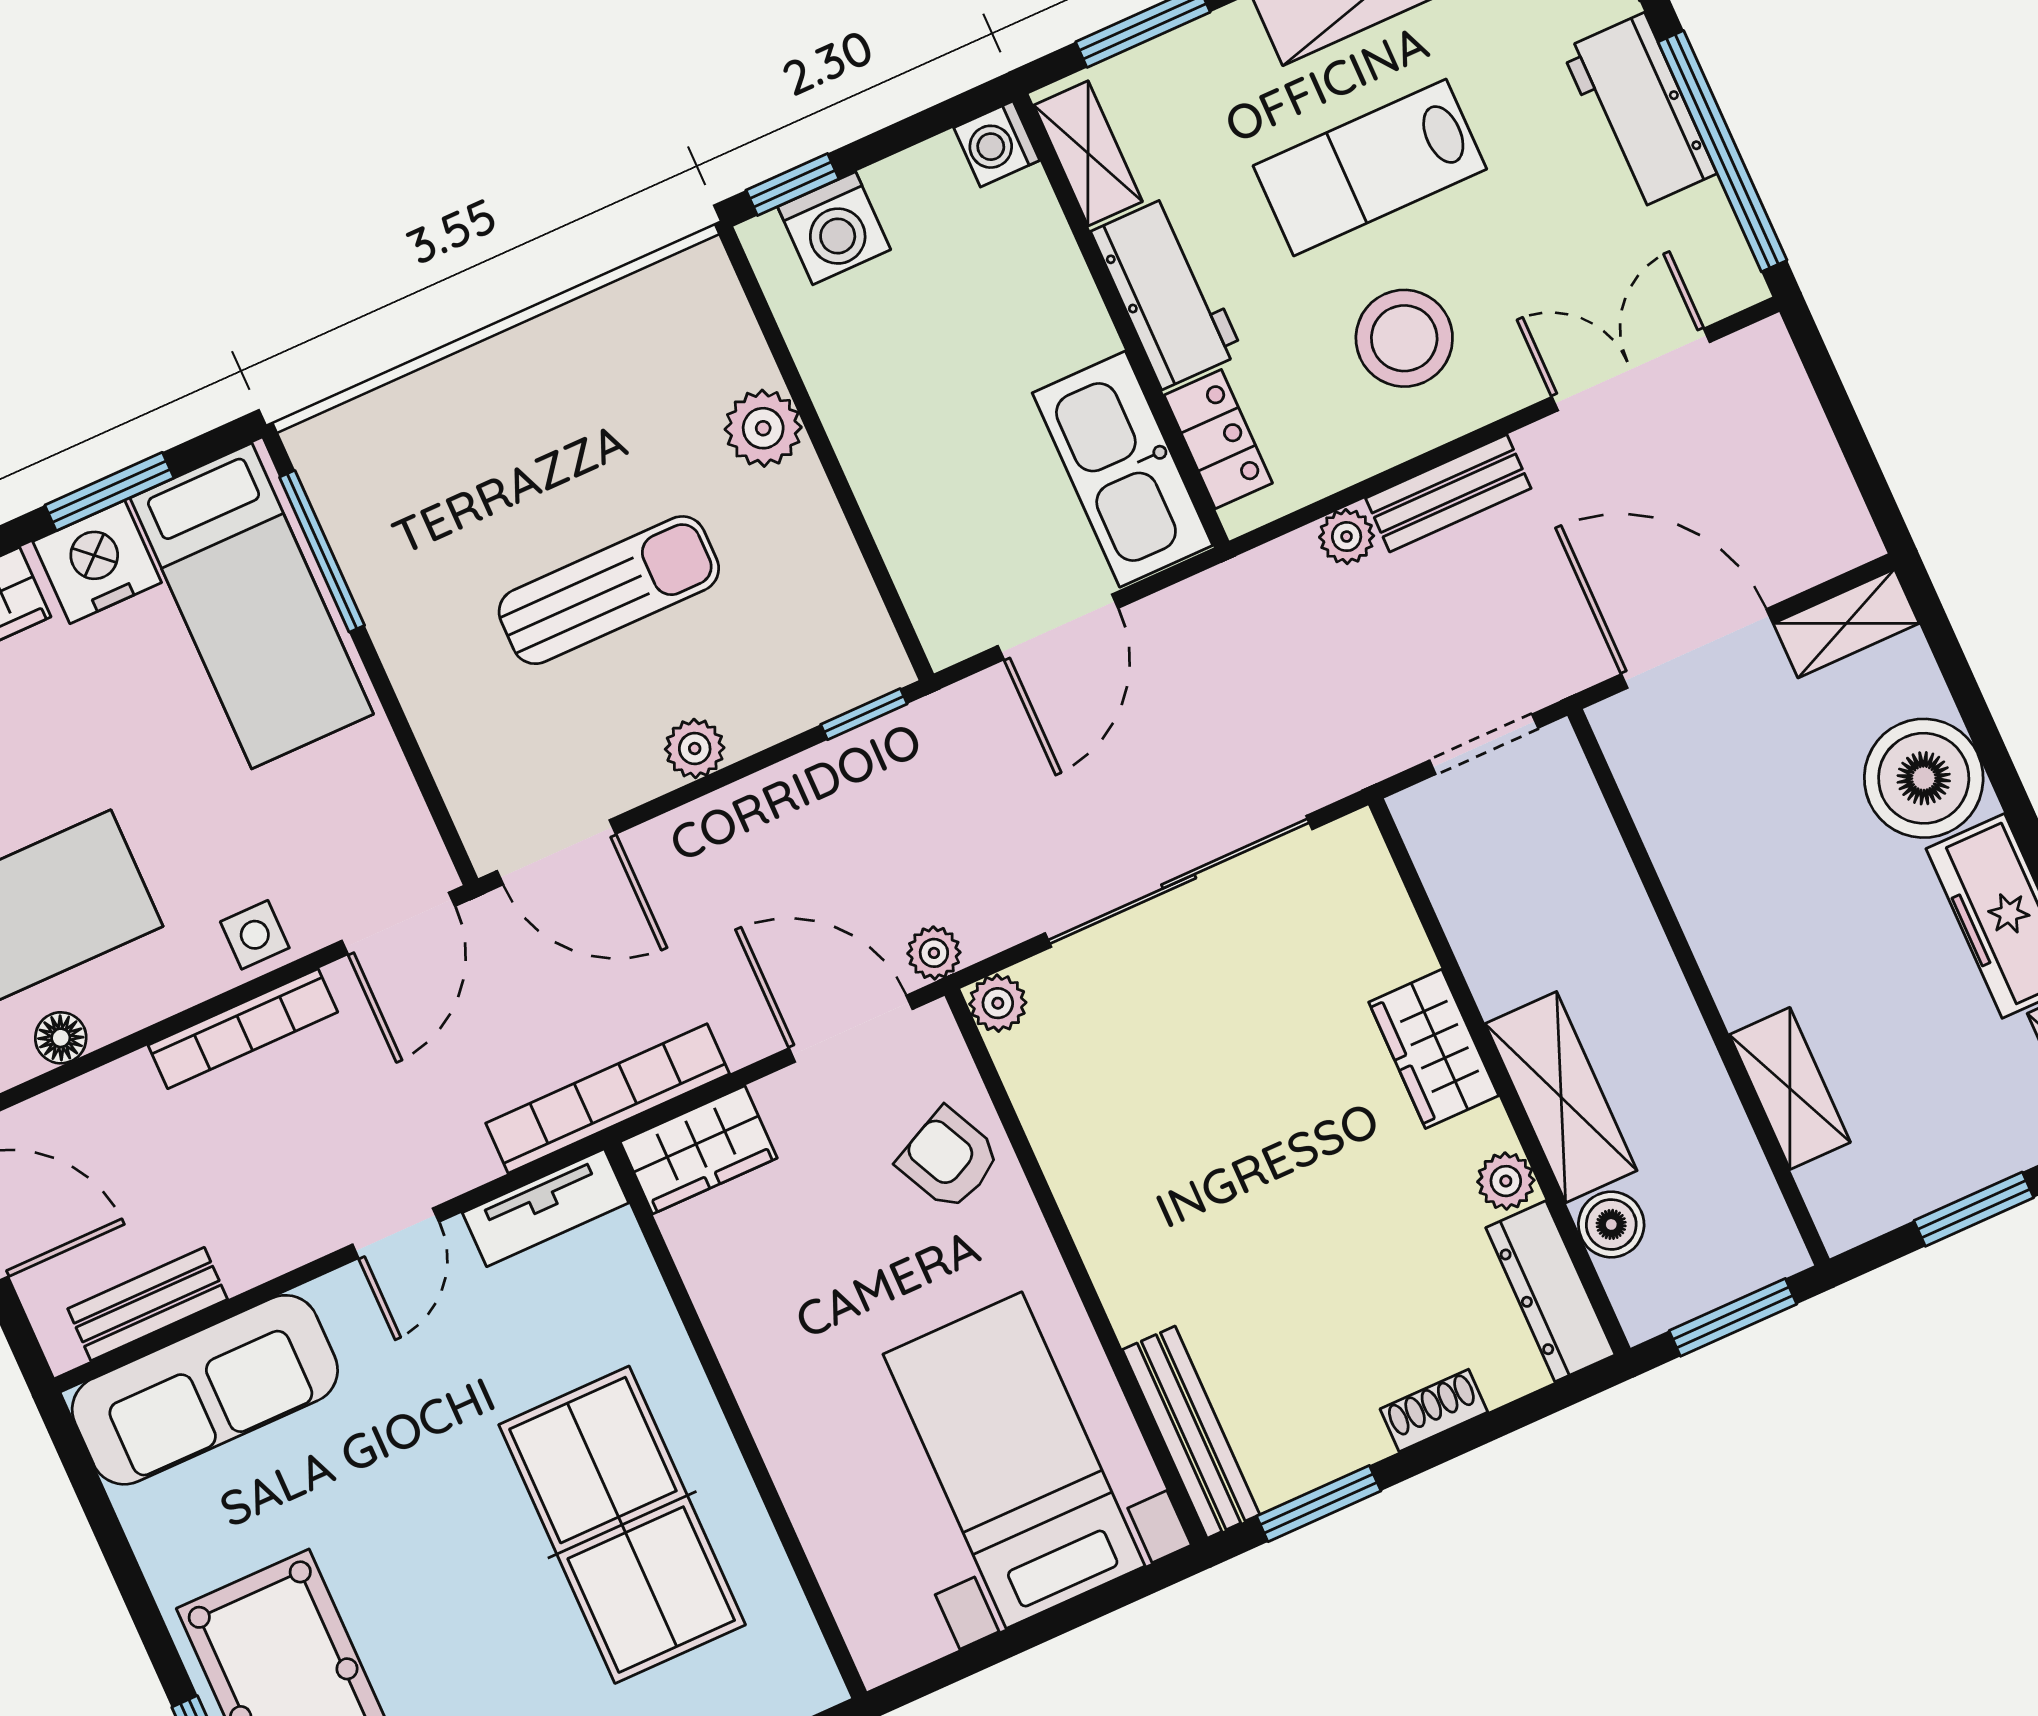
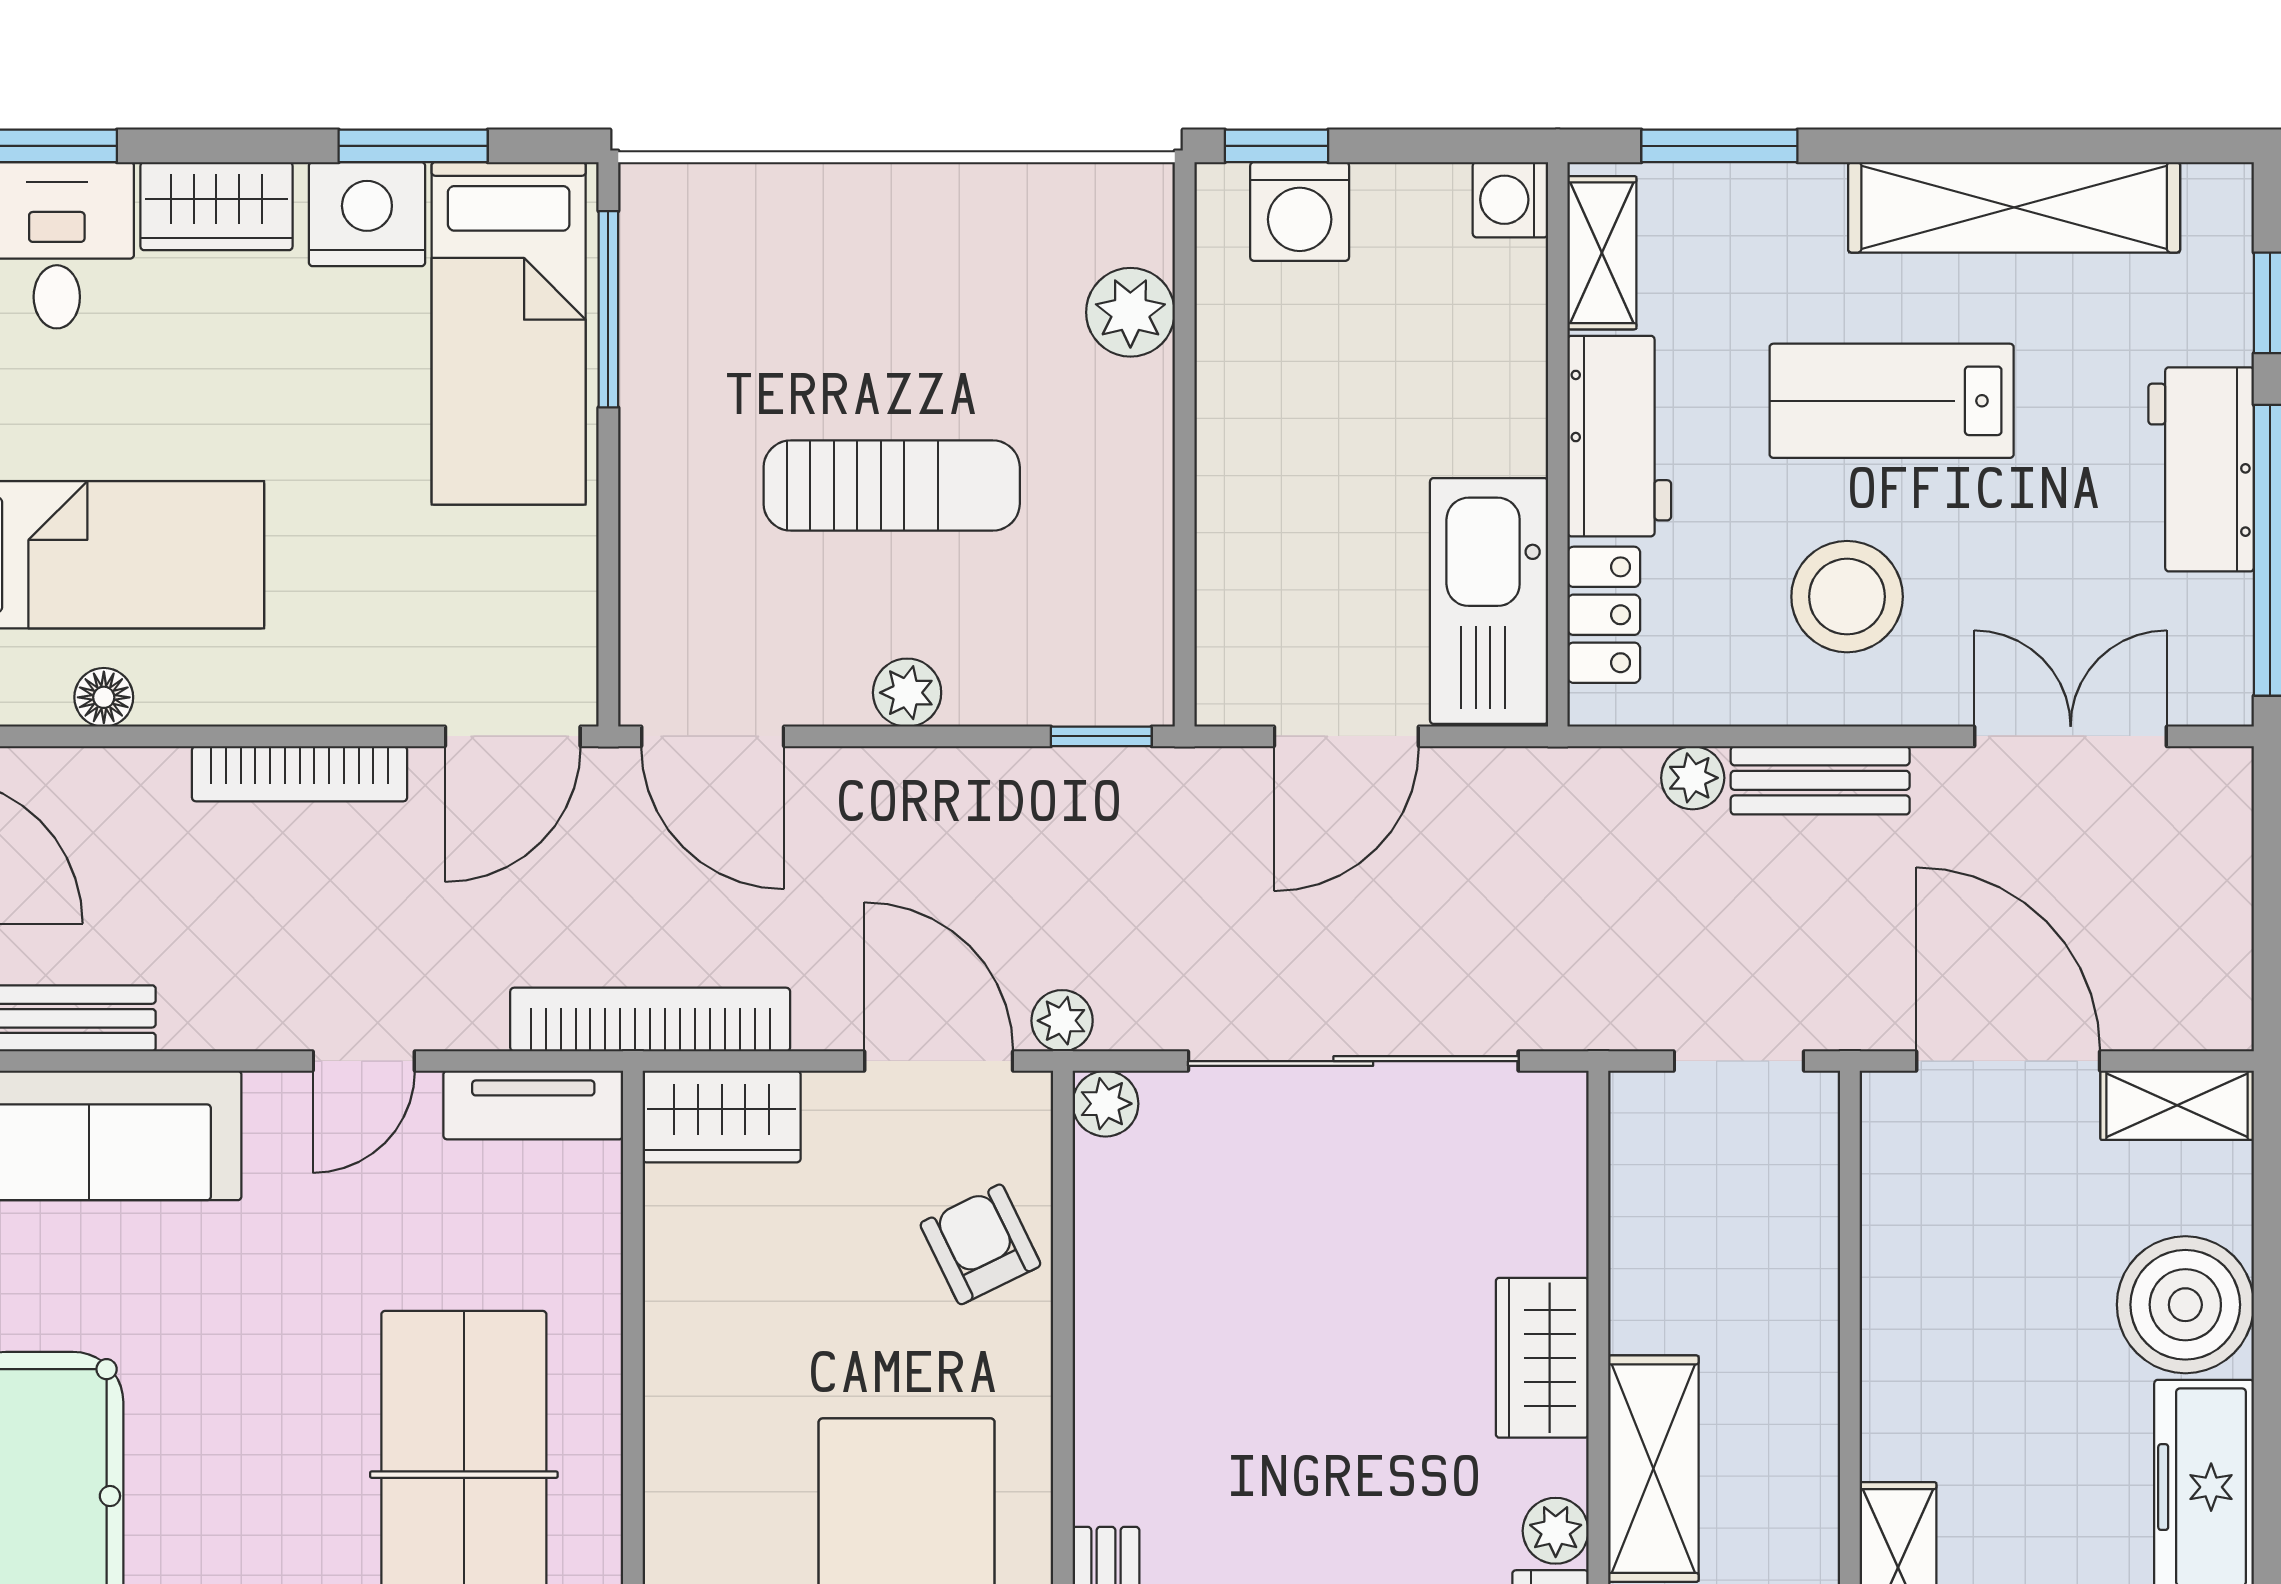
plant: (763, 428) -> (1130, 312), moved
side table: (255, 935) -> (357, 681), removed

